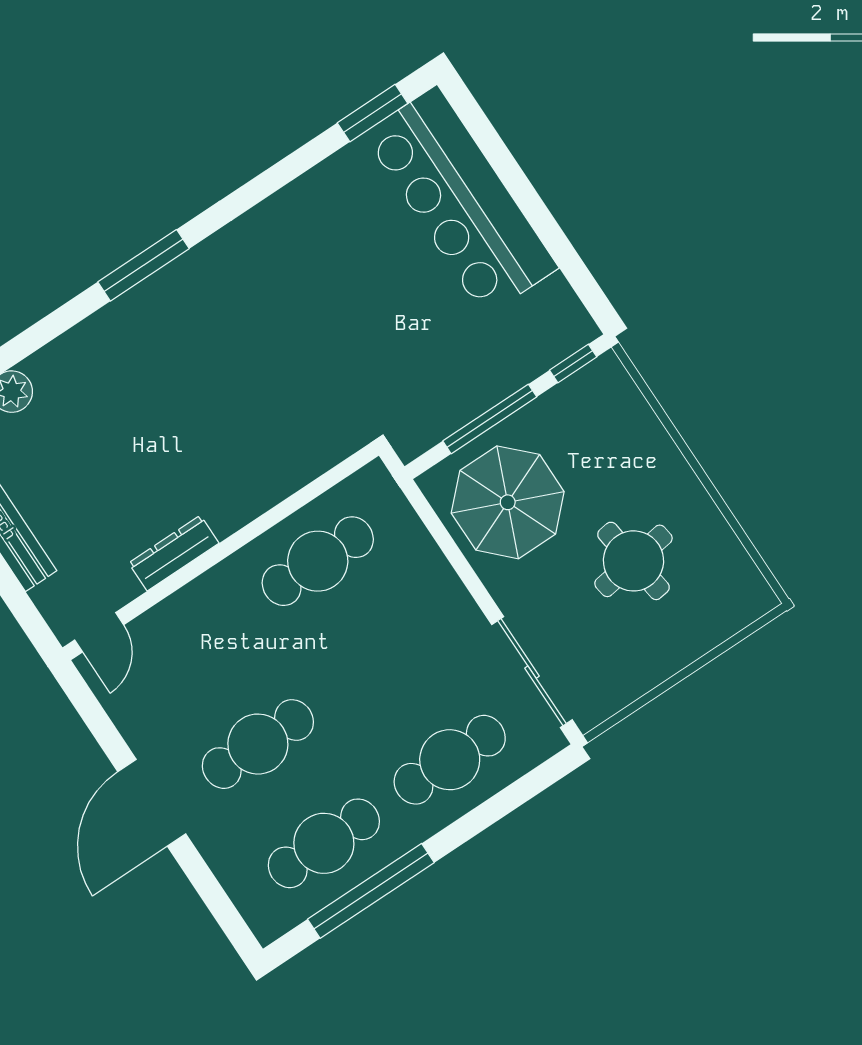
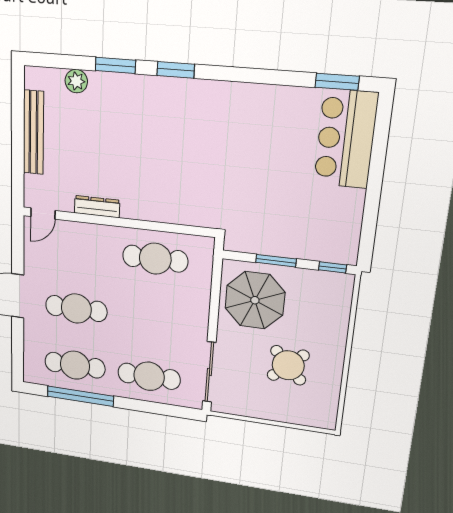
bar counter: (461, 201) -> (346, 139), width x0.73
window: (143, 265) -> (176, 70), width x0.69
window: (53, 325) -> (115, 65), added
window: (490, 419) -> (276, 261), width x0.69
round table: (633, 561) -> (288, 365), turned -35

